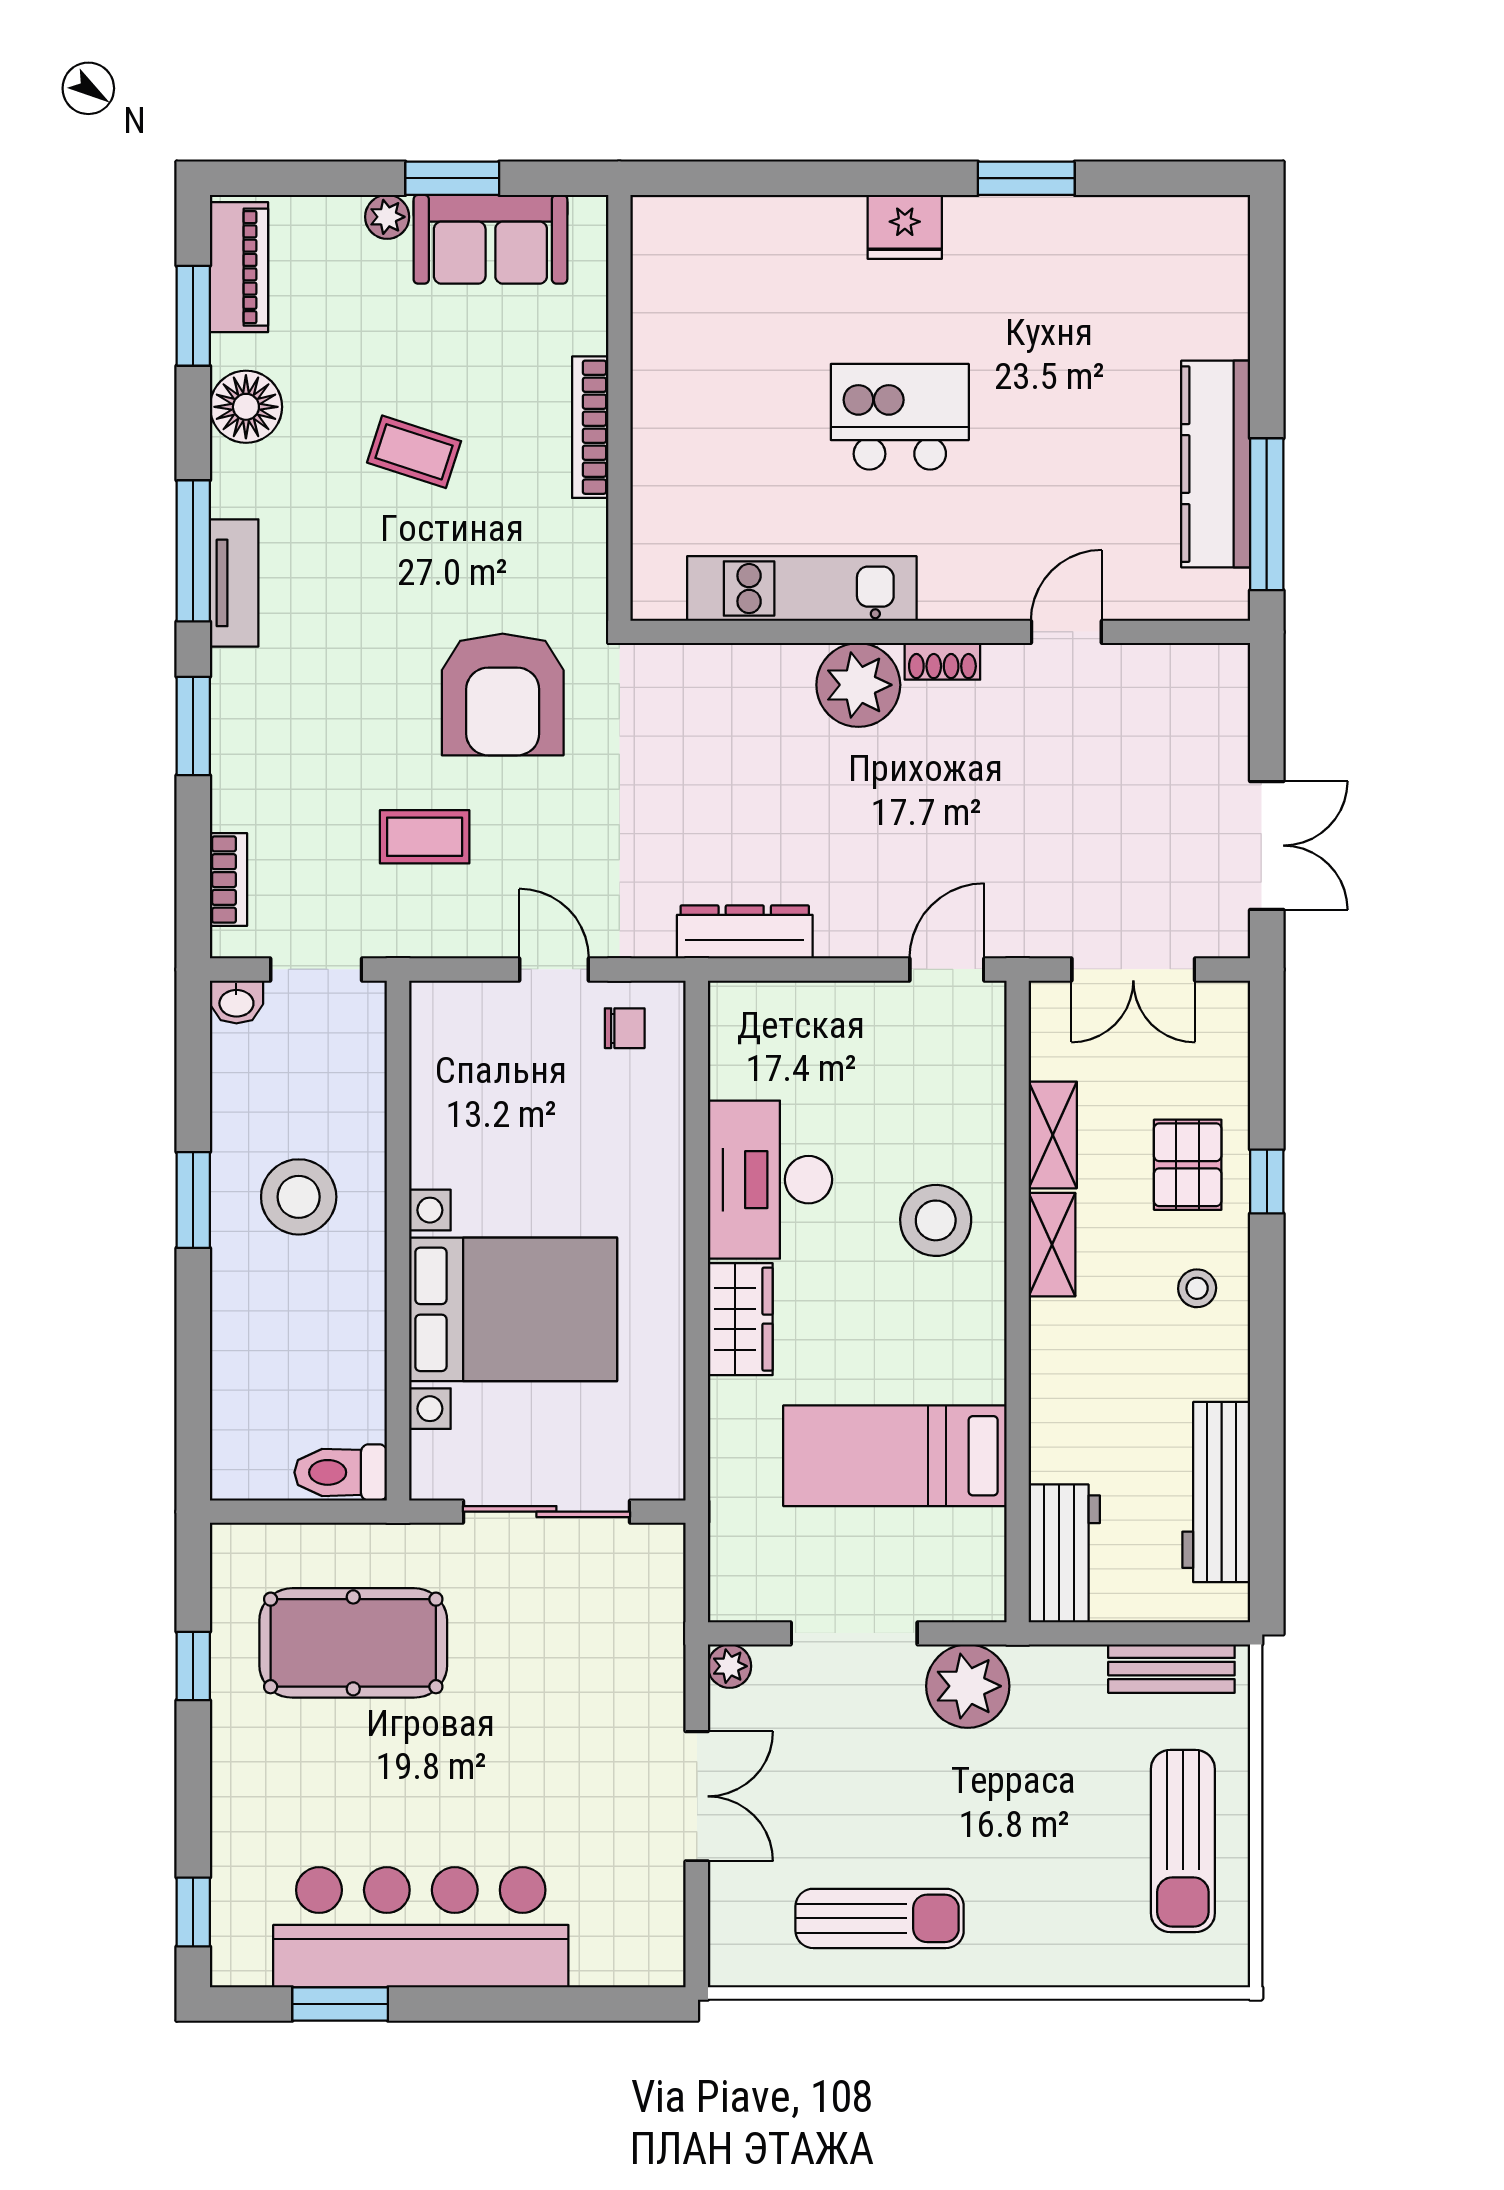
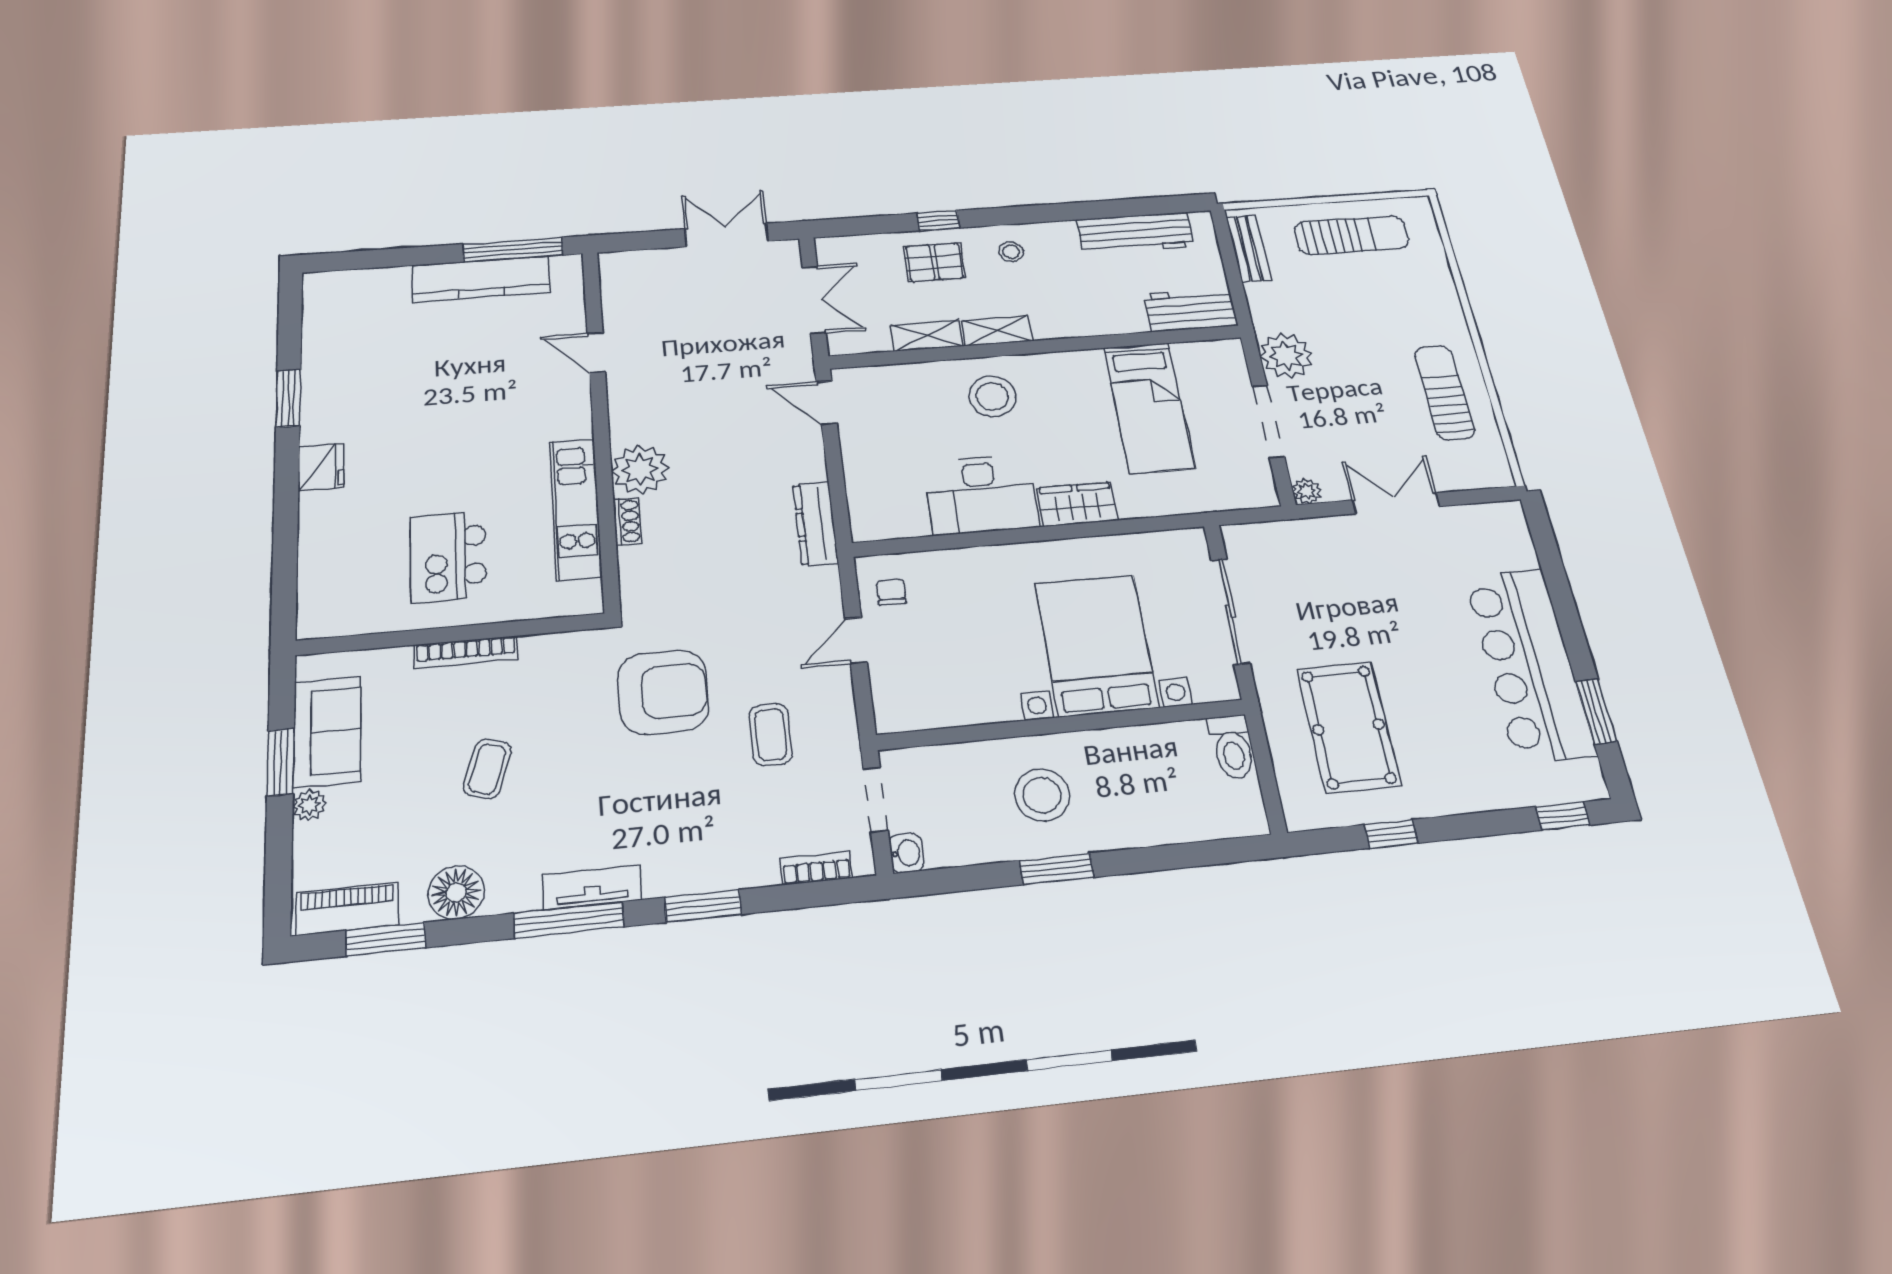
kitchen island: (900, 417) -> (448, 556), moved
shoe rack: (942, 661) -> (627, 521), moved

